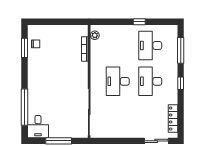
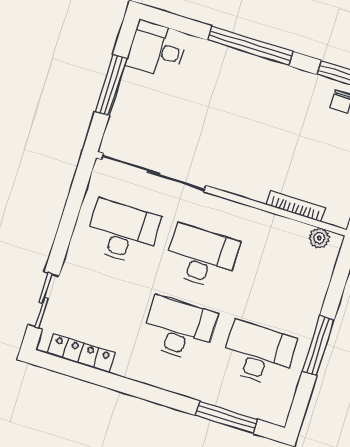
window: (139, 22) -> (318, 345), width x2.17
window: (181, 83) -> (154, 395), removed
window: (24, 107) -> (251, 46), moved
desk: (118, 117) -> (122, 232), added

